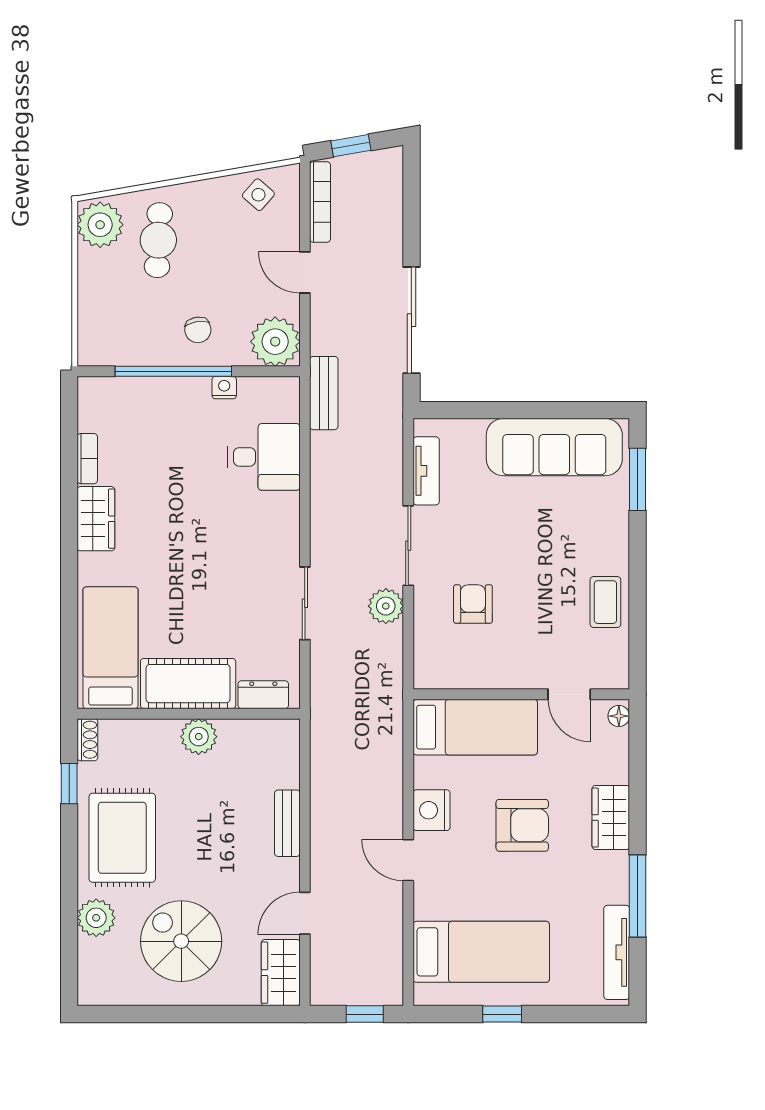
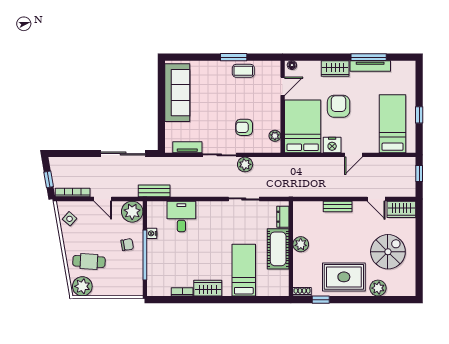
door: (305, 272) -> (103, 199), hinge flipped
window: (638, 479) -> (234, 57), moved
bed: (110, 648) -> (244, 270), moved, turned 90
plant: (453, 676) -> (275, 136), added
bed: (475, 727) -> (303, 126), width x1.50
spiral stairs: (181, 941) -> (388, 252), turned 180
tv unit: (617, 952) -> (370, 66), moved

